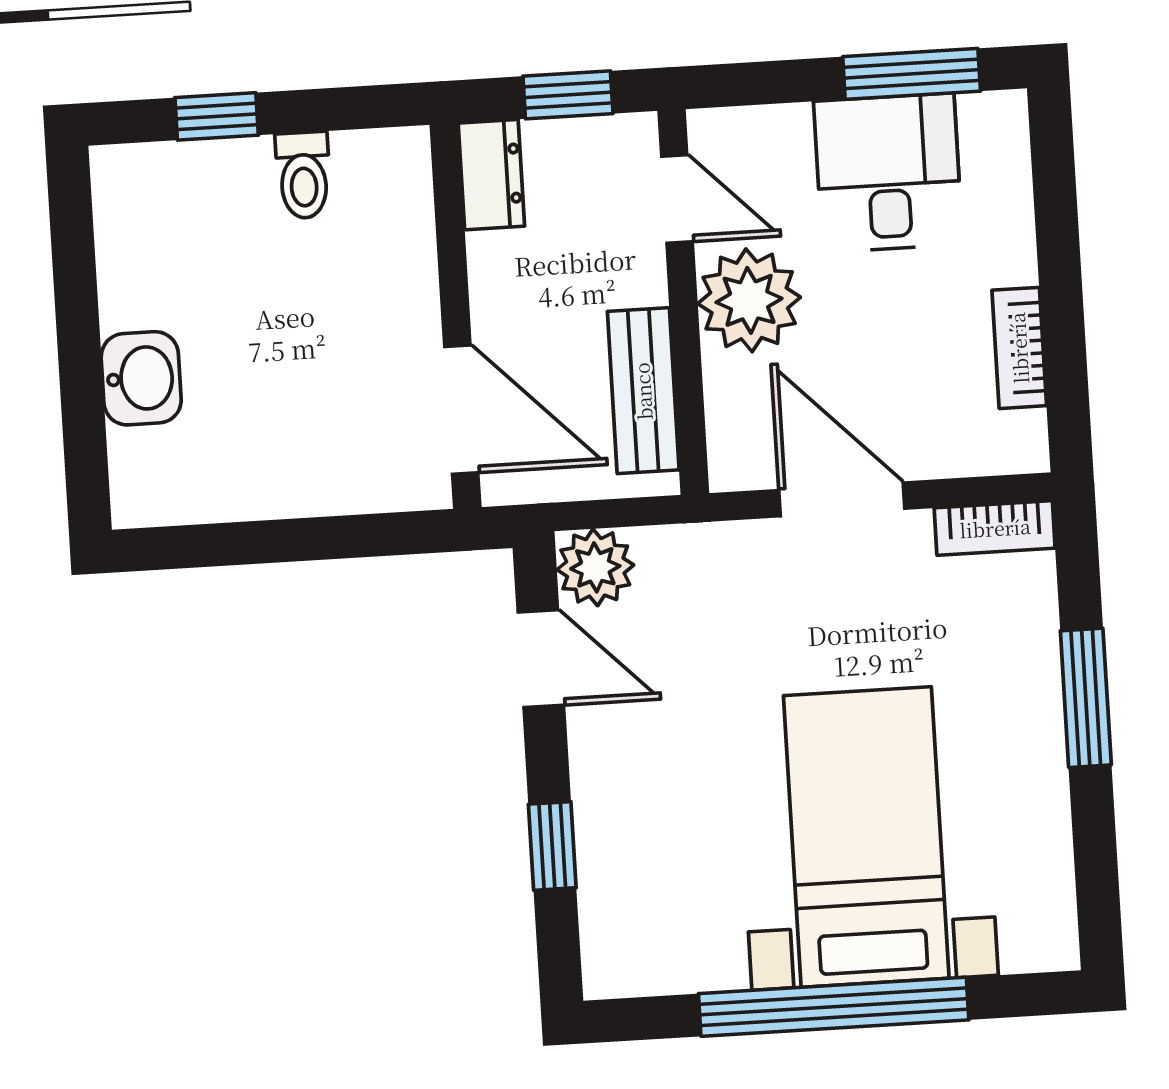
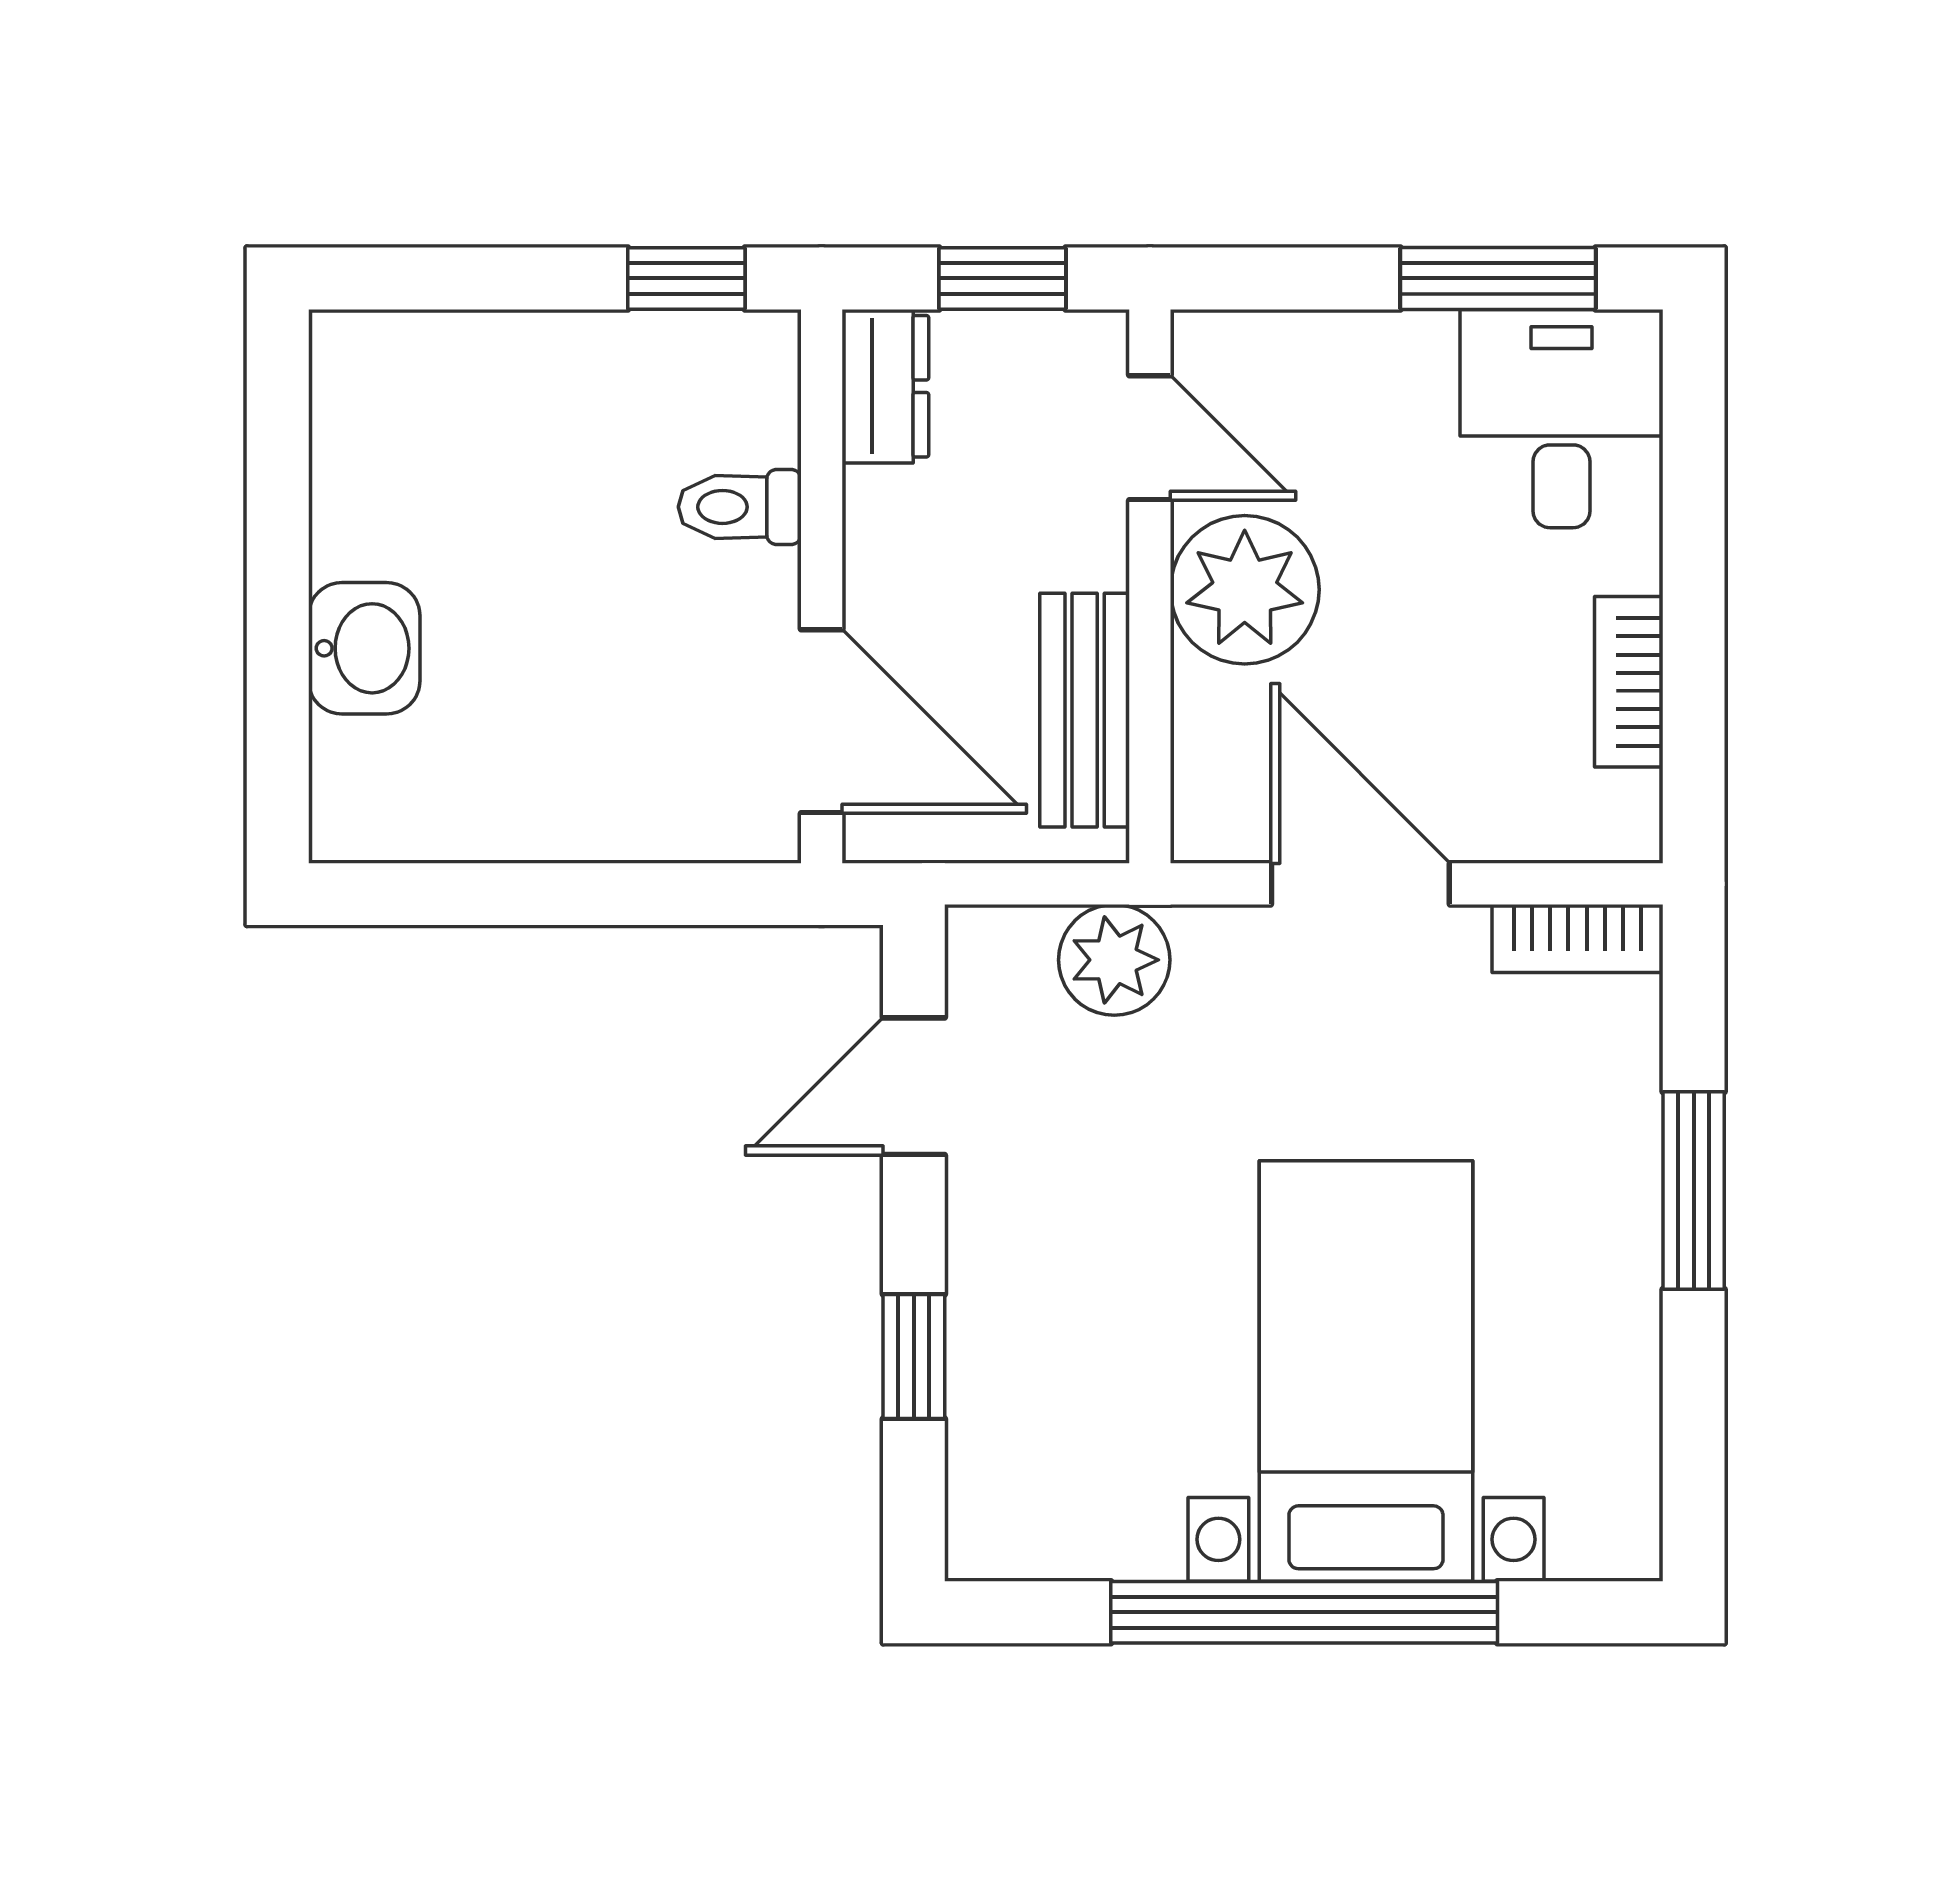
window: (217, 116) -> (686, 278), moved
desk: (888, 173) -> (1562, 419), moved
toilet: (303, 175) -> (740, 507), moved, turned 90
plant: (595, 567) -> (1114, 960), moved
door: (541, 659) -> (914, 1086), swing flipped

